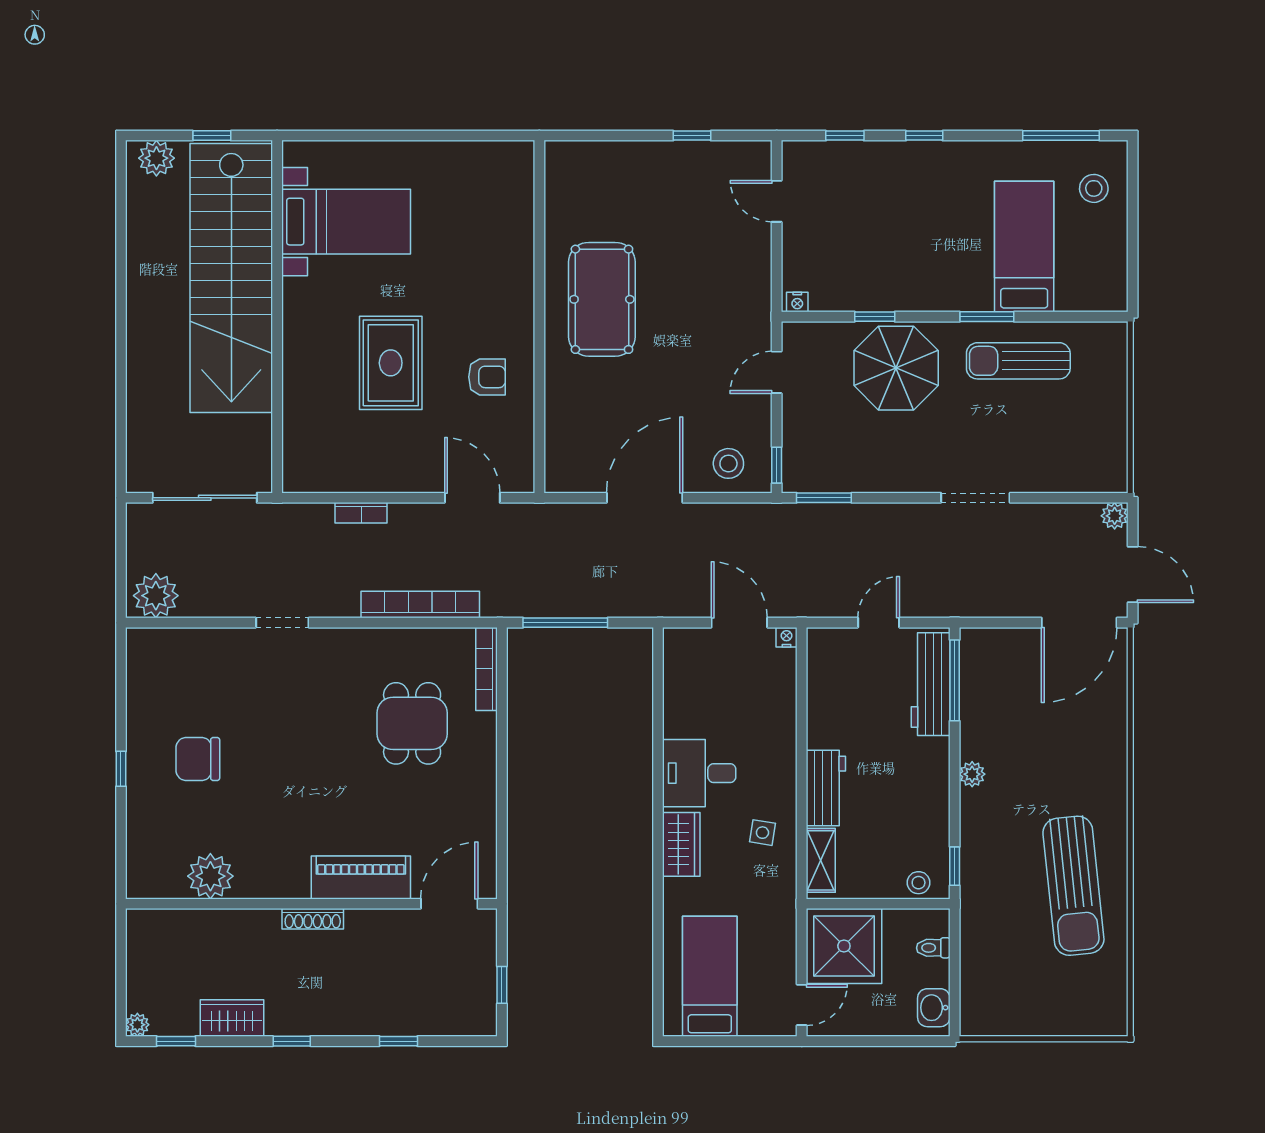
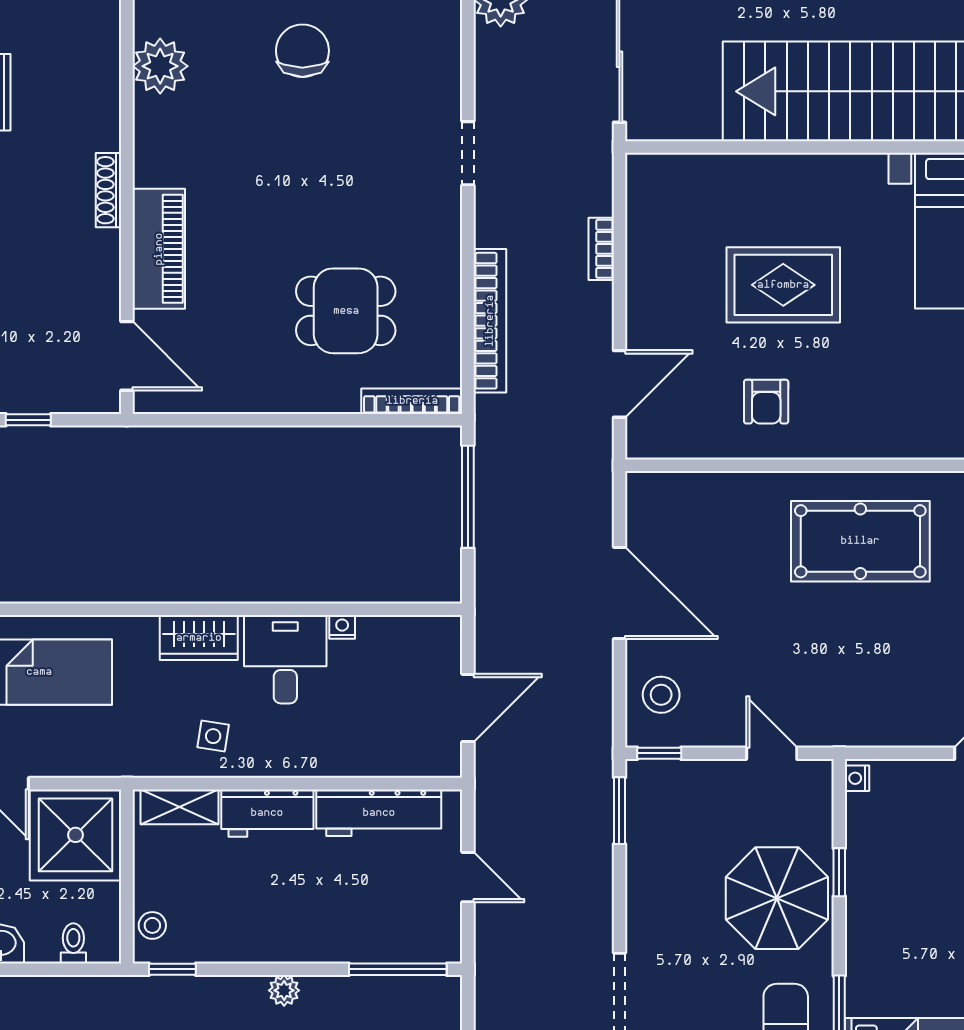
nightstand: (787, 637) -> (342, 627), moved, turned -90
workbench: (931, 684) -> (379, 813), moved, turned 180

